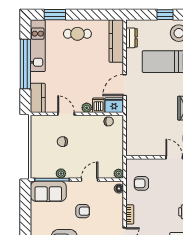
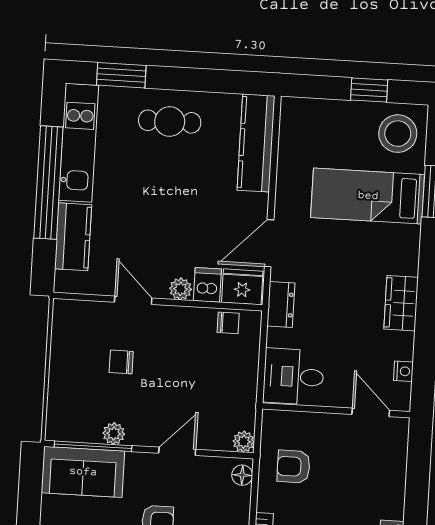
dresser: (132, 38) -> (281, 304), moved
kitchen counter: (38, 98) -> (73, 237), moved
desk: (139, 144) -> (294, 377), added

